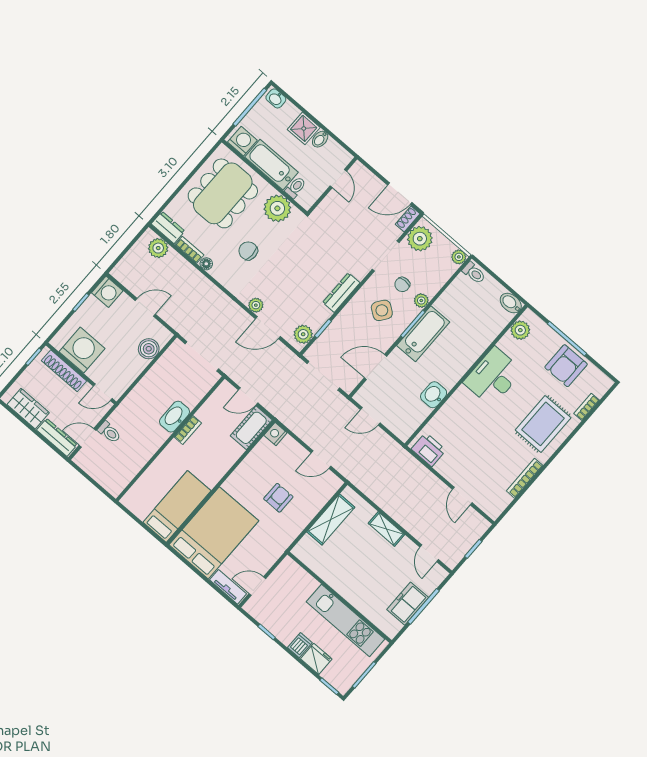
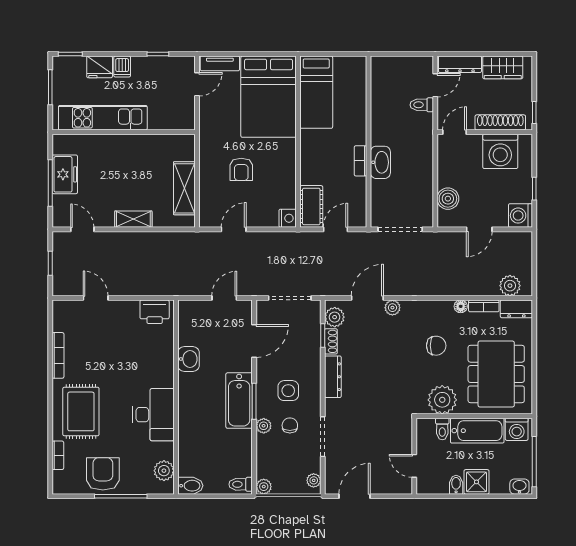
shoe rack: (408, 219) -> (331, 341), moved
plant: (420, 239) -> (314, 480), width x0.53, depth x0.53
side table: (382, 310) -> (288, 391), turned -36

